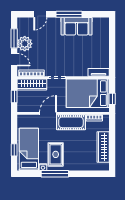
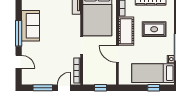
plant: (25, 44) -> (48, 77), removed
wardrobe: (32, 84) -> (89, 70), removed
rug: (56, 154) -> (154, 29), moved

